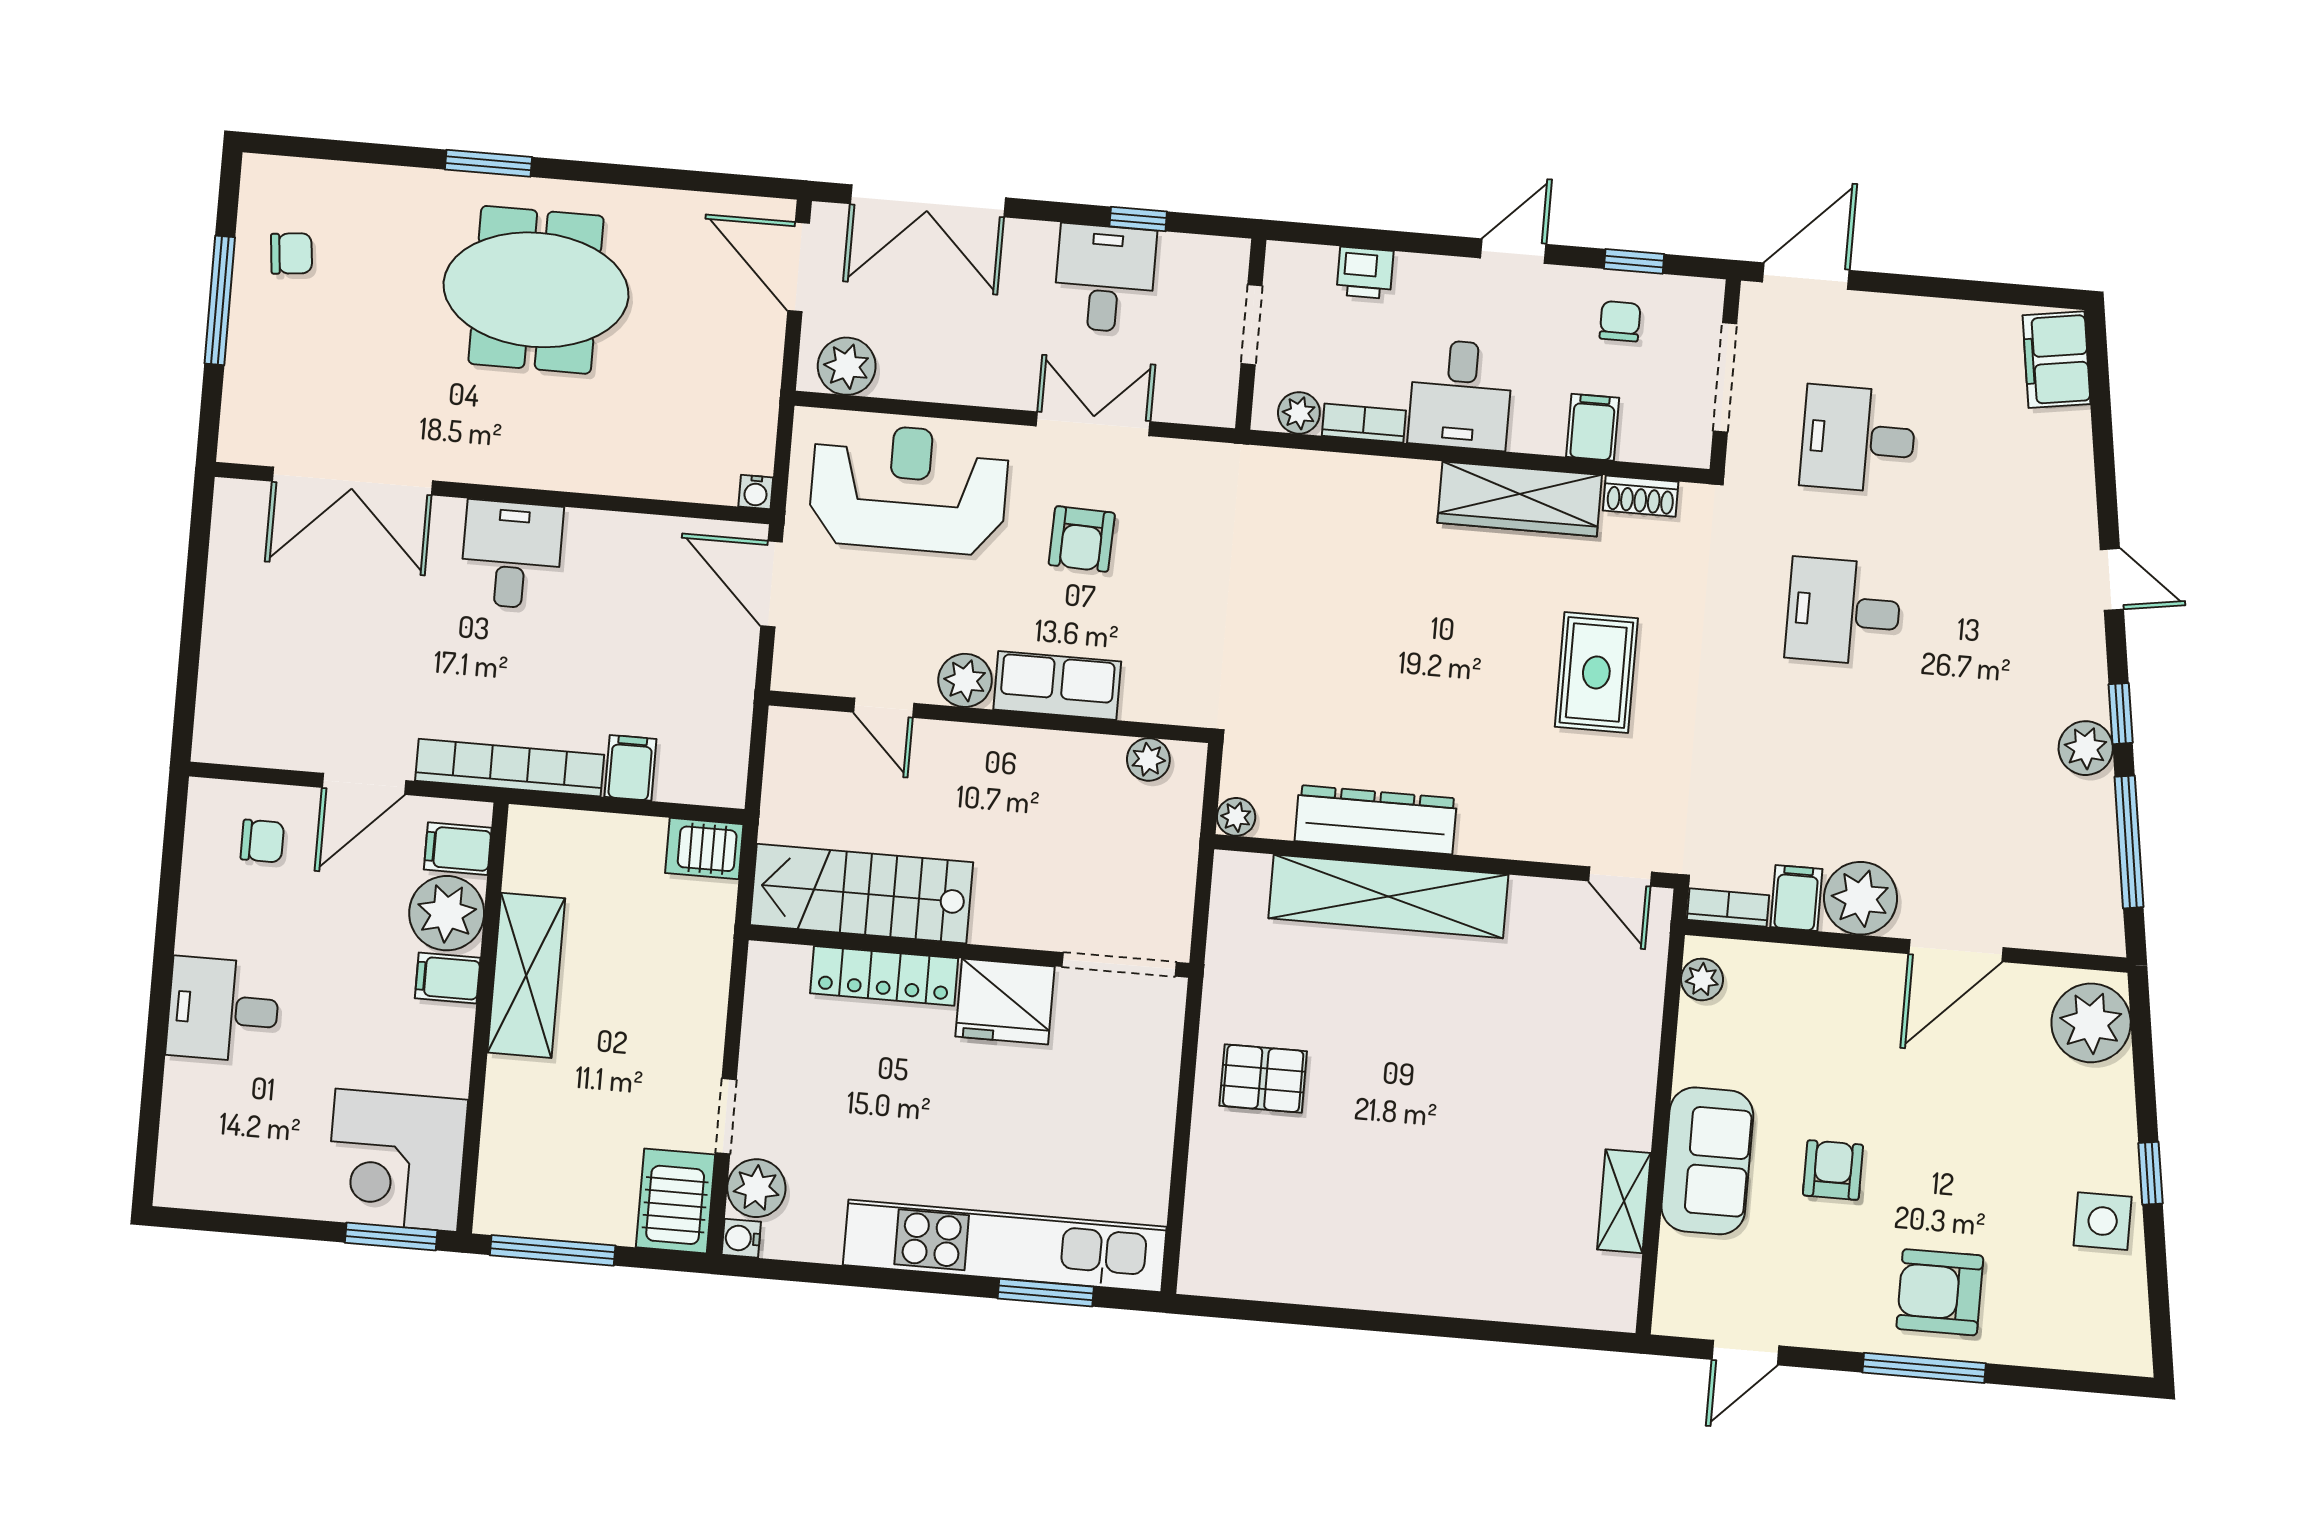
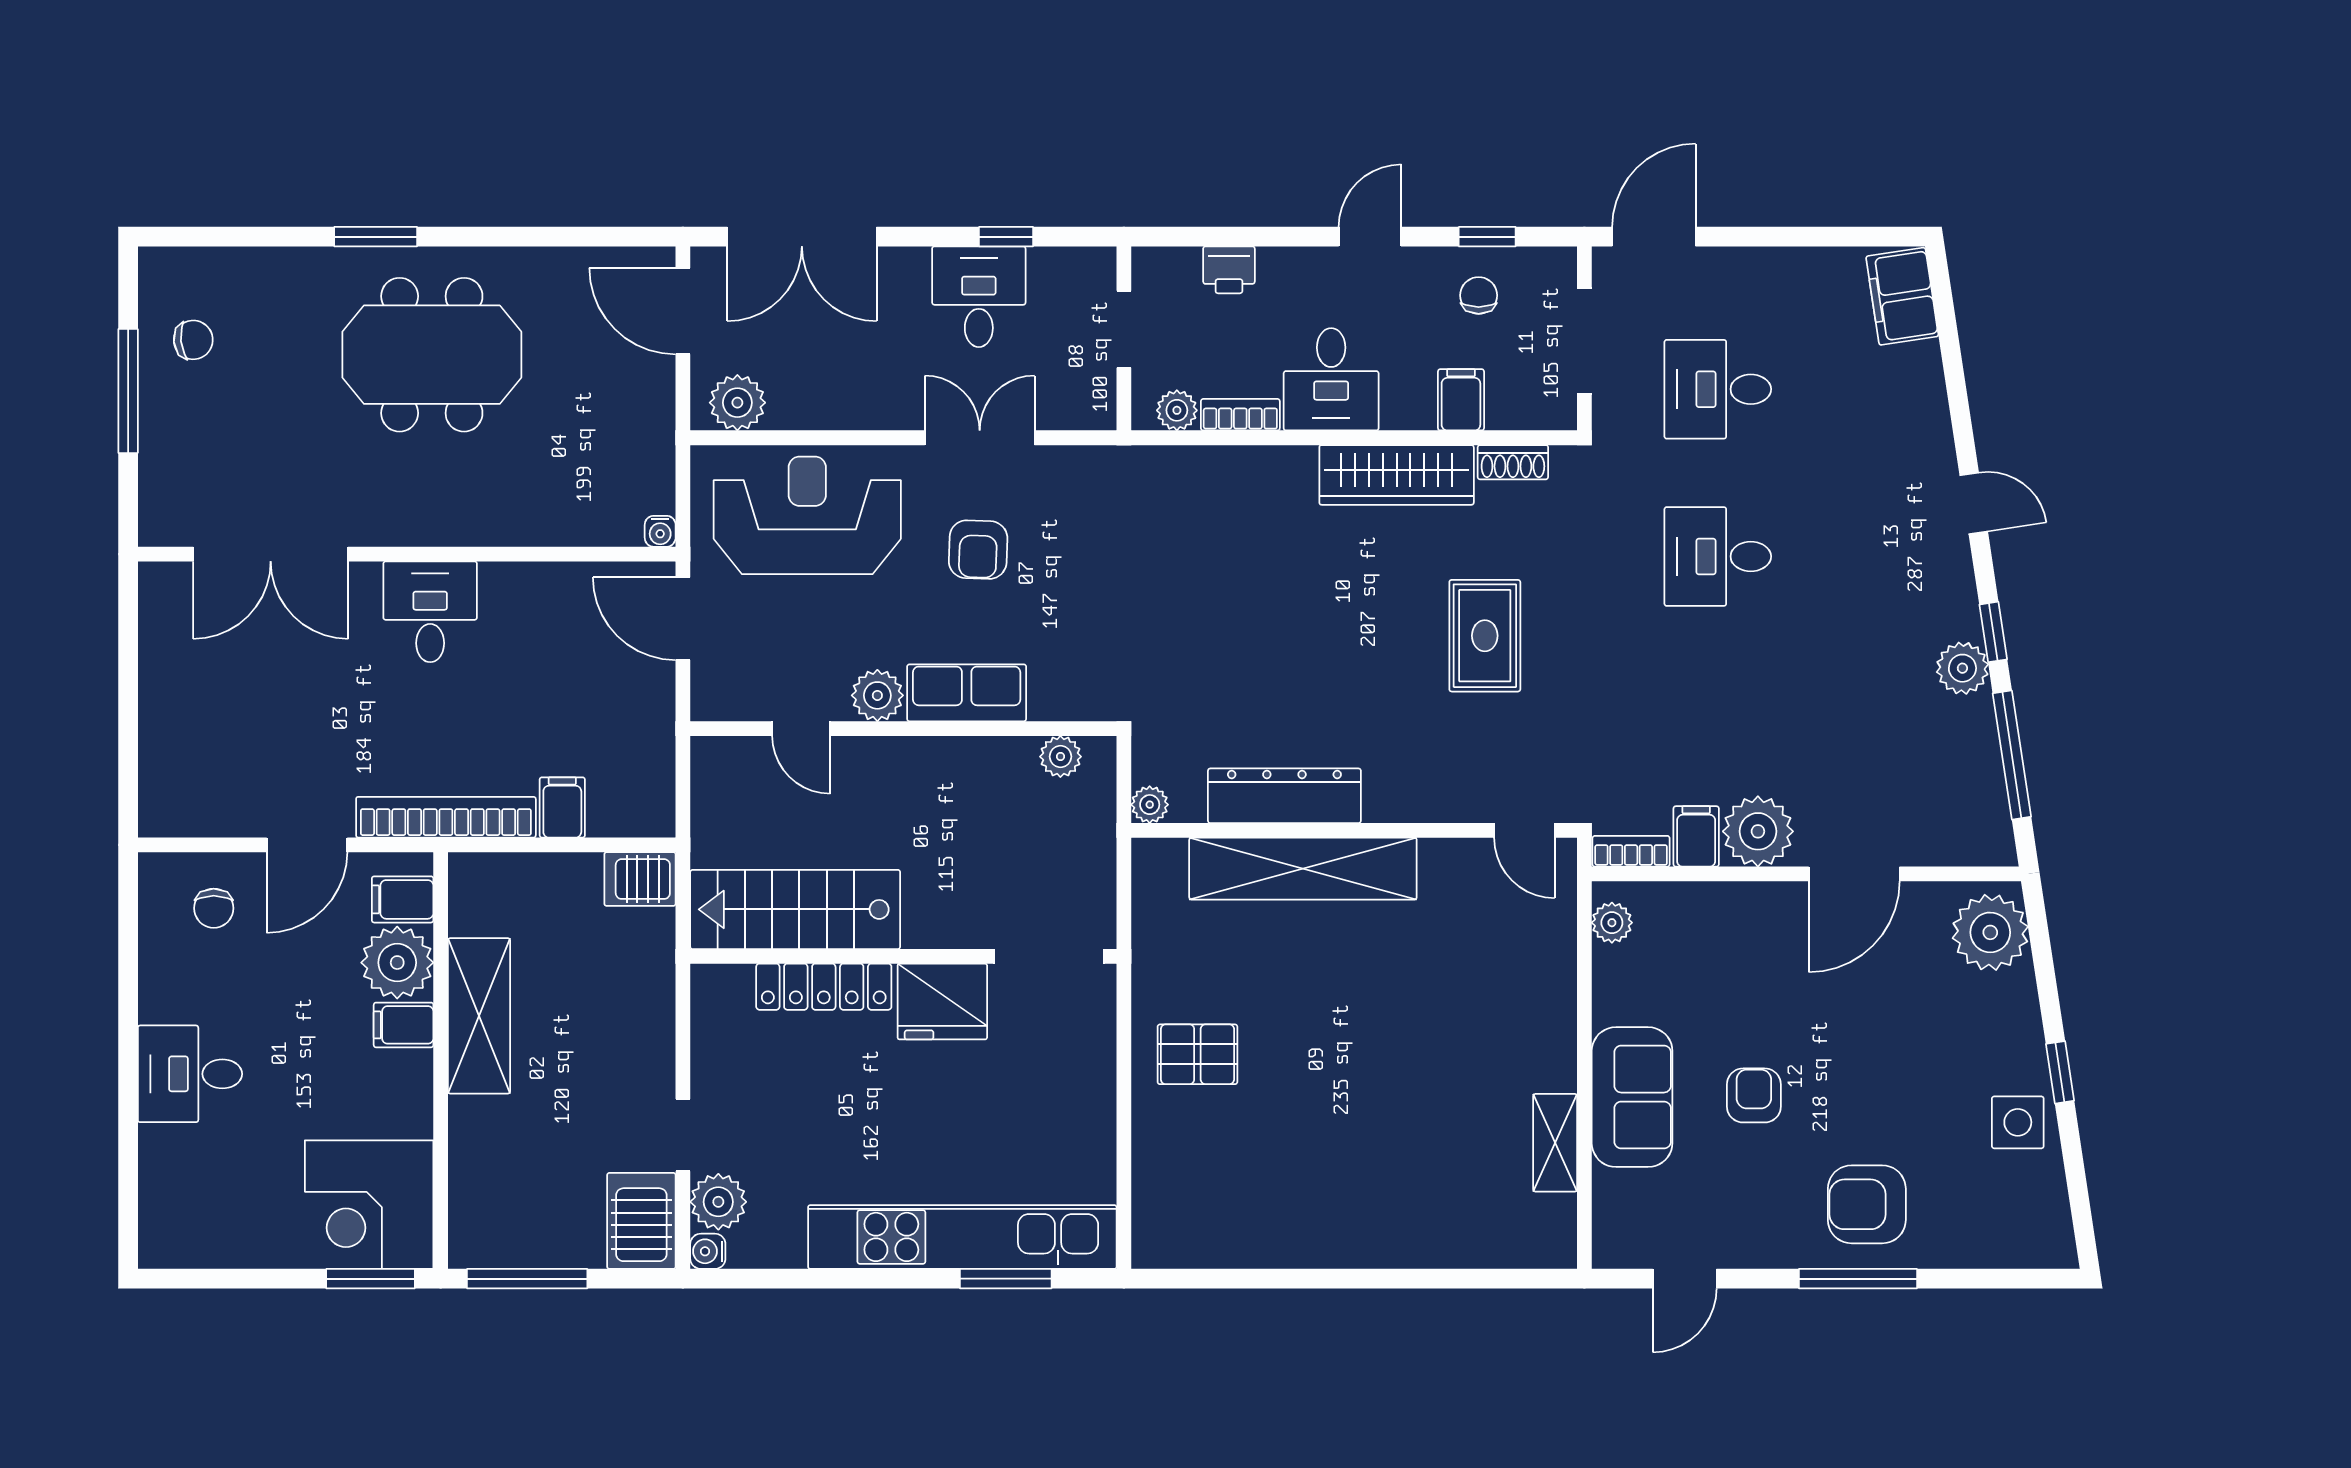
chair: (262, 841) -> (214, 908), turned 90

